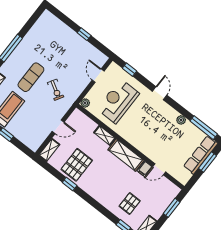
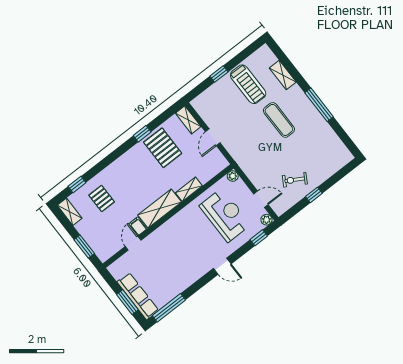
exercise bike: (56, 90) -> (295, 180), moved
plant: (181, 120) -> (267, 220), moved

